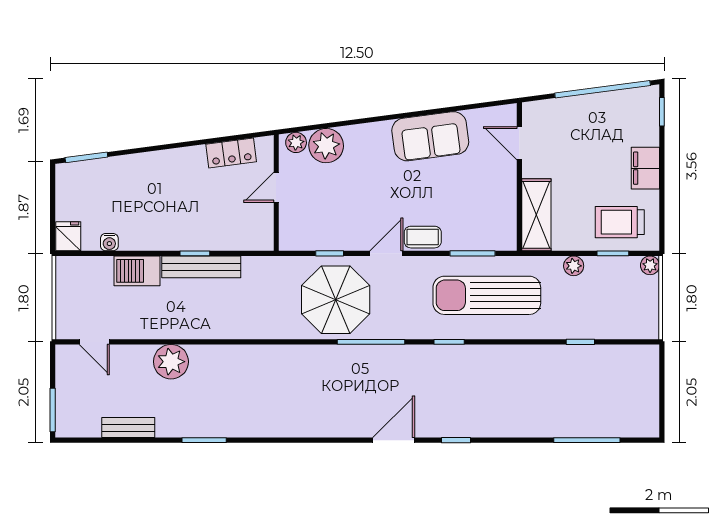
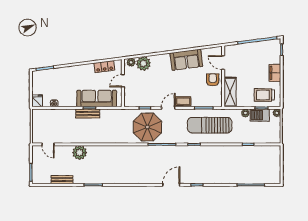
armchair: (494, 185) -> (213, 80), added
sofa: (213, 231) -> (97, 99), added
bench: (201, 267) -> (88, 113), width x0.73
barbecue: (137, 271) -> (260, 115), moved

